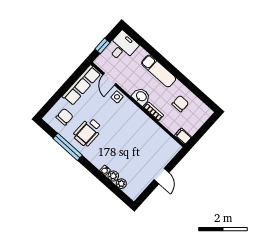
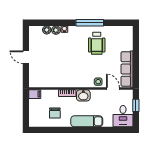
chair: (65, 117) -> (120, 40), removed
wheelchair: (88, 132) -> (97, 43), turned 180
window: (68, 147) -> (90, 23), moved

